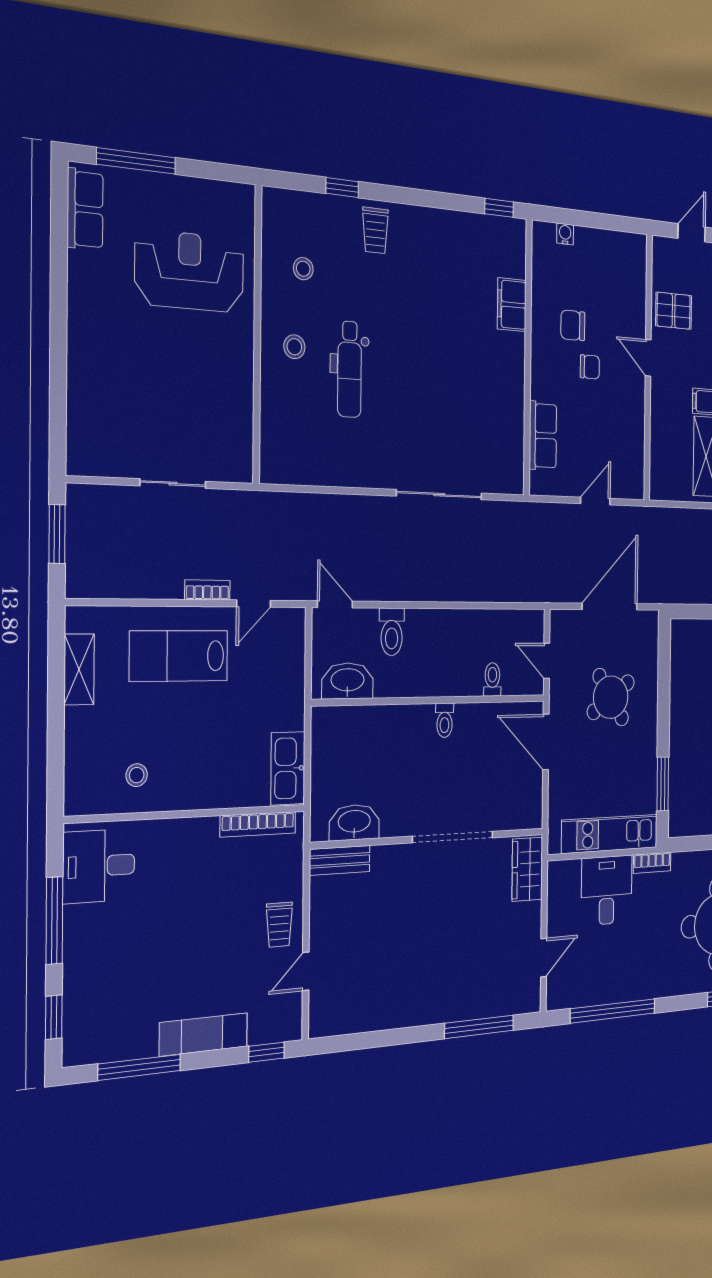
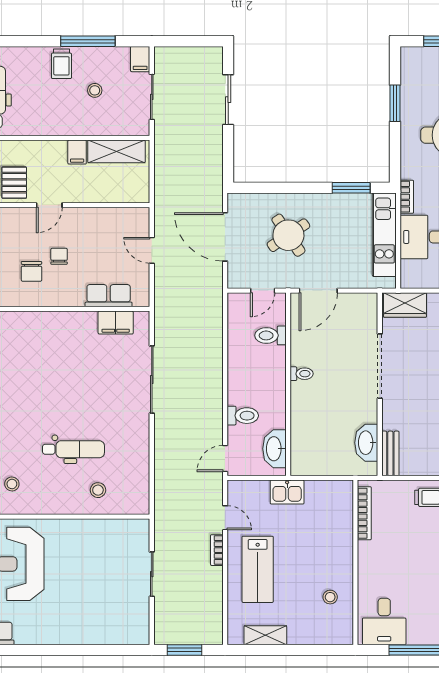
filing cabinet: (512, 305) -> (116, 323), moved
stool: (294, 347) -> (98, 490), moved
toilet: (492, 679) -> (270, 335), width x1.37, depth x1.39
kitchen sink: (288, 768) -> (287, 492), moved, width x0.73

